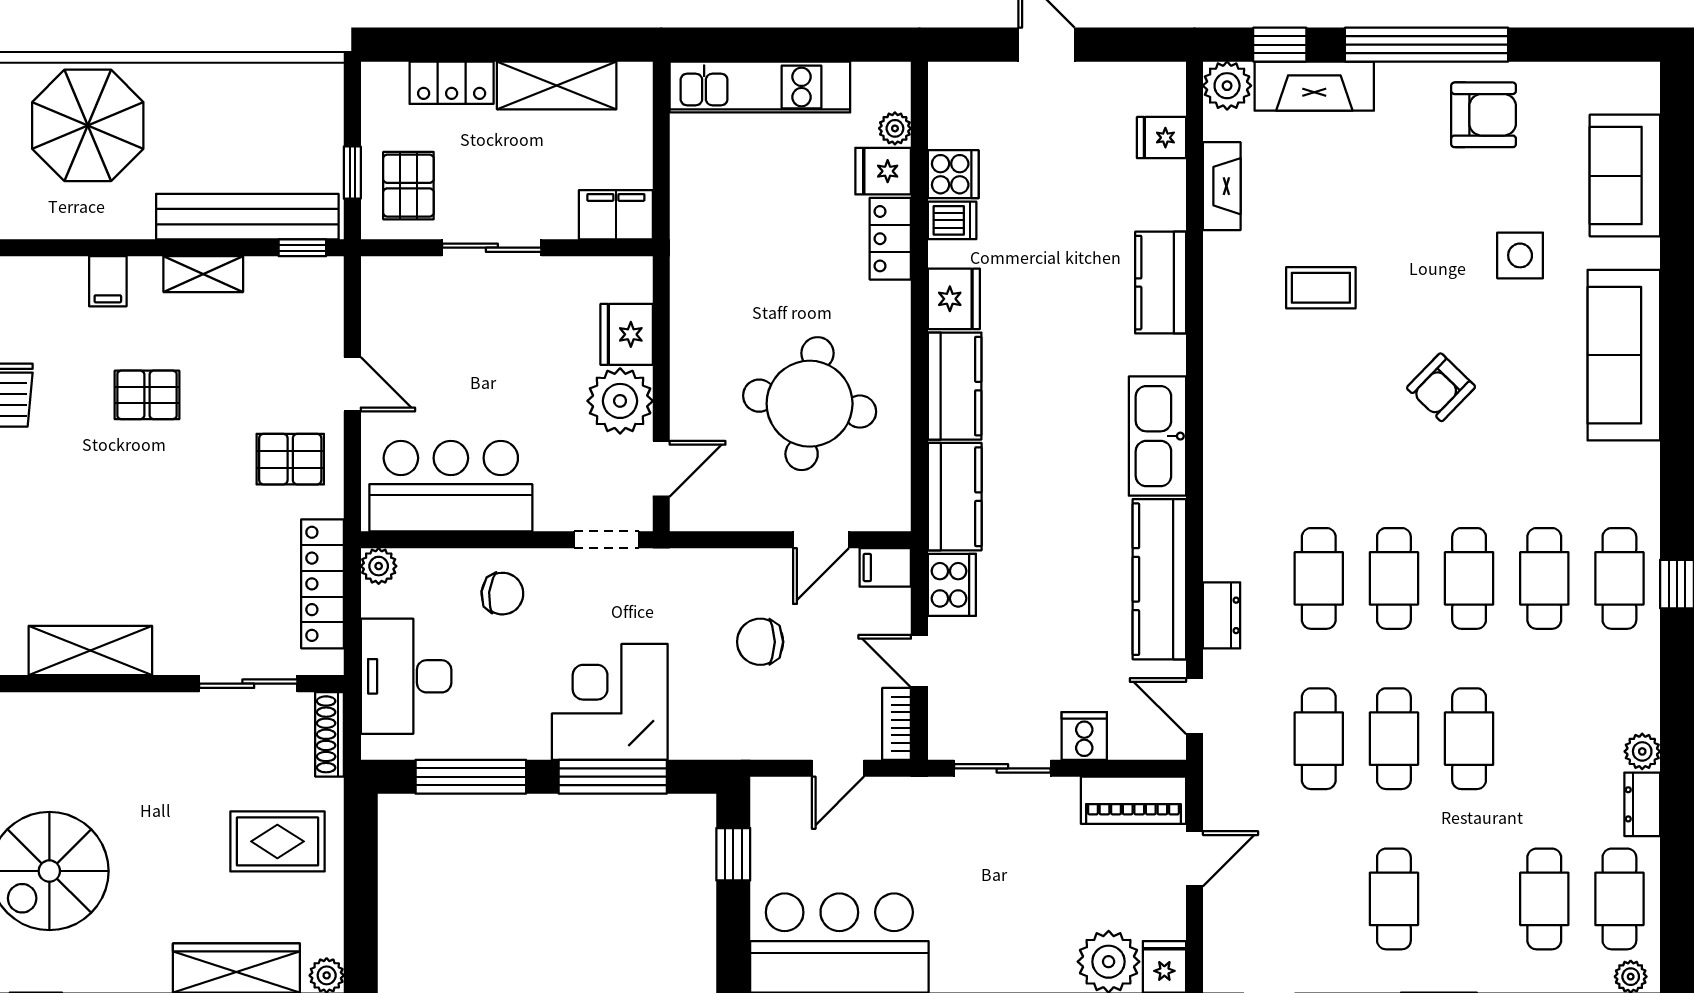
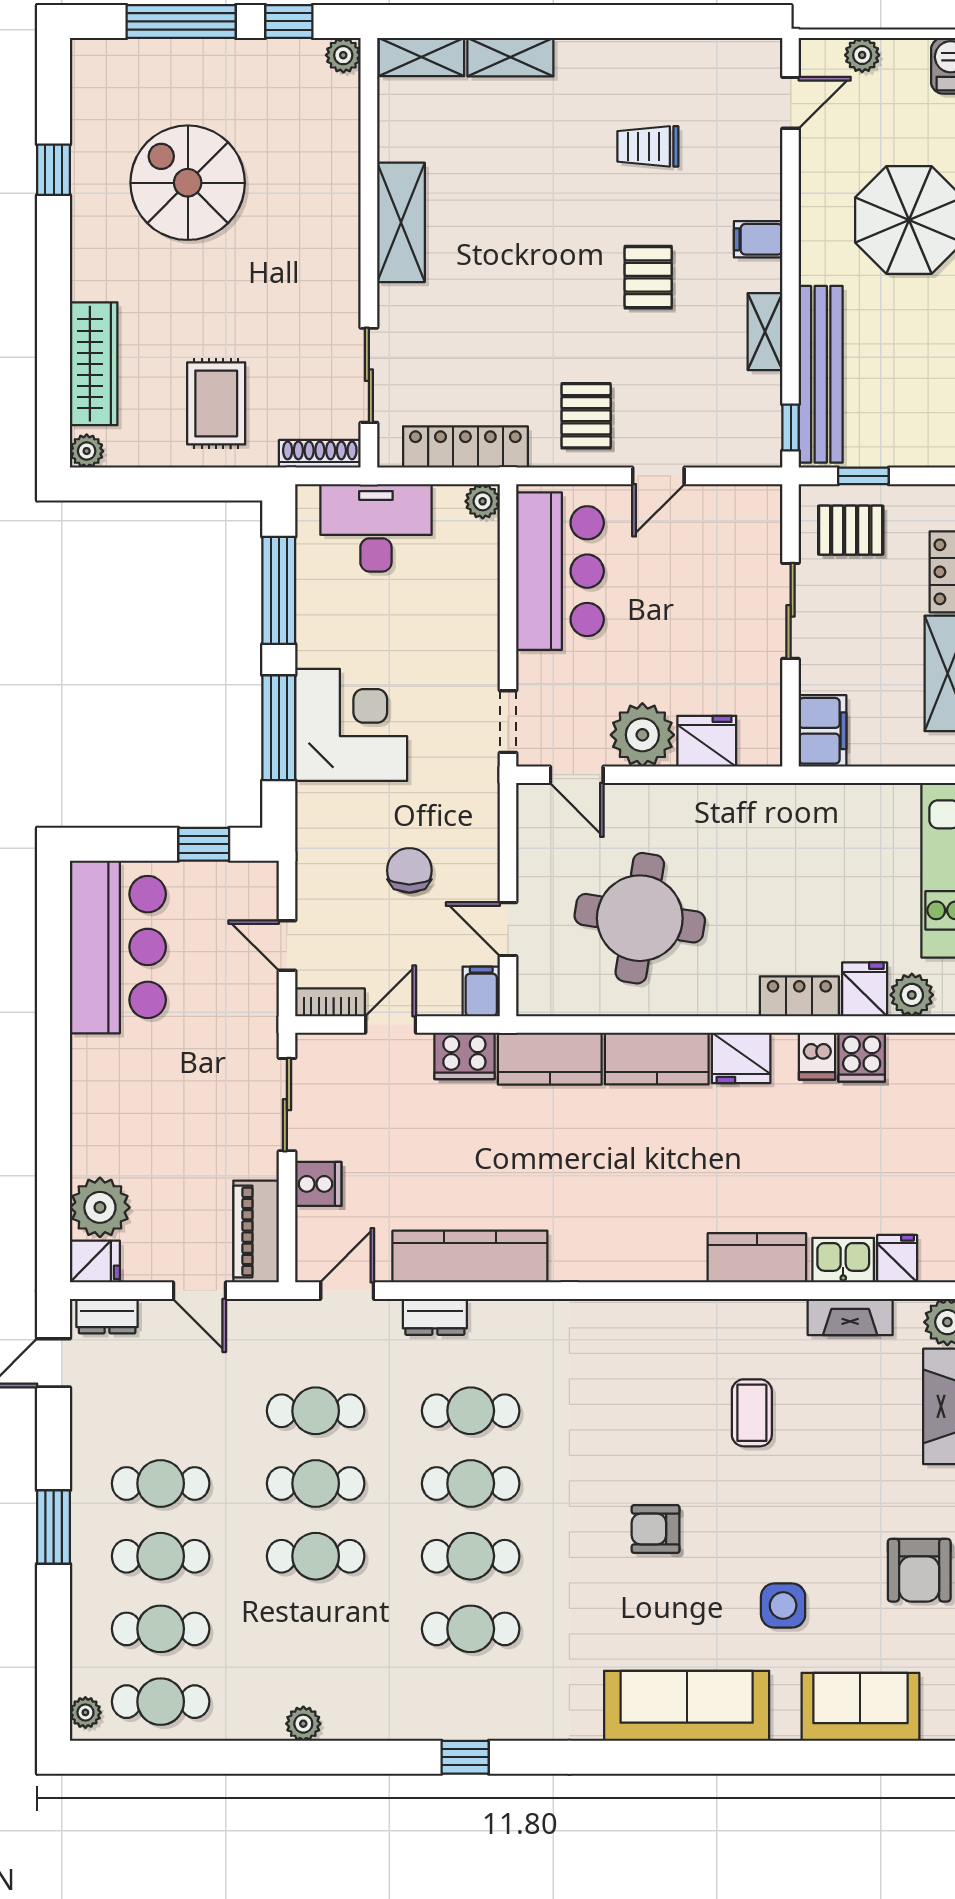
plant: (895, 128) -> (912, 995), width x1.38, depth x1.38
armchair: (1441, 387) -> (656, 1529), turned -44
kitchen sink: (1157, 436) -> (843, 1260), moved, width x0.53, depth x0.81
cafe table: (1619, 578) -> (161, 1556), moved
chair: (502, 594) -> (456, 621), removed
dresser: (1642, 804) -> (107, 1316), moved, turned 180

